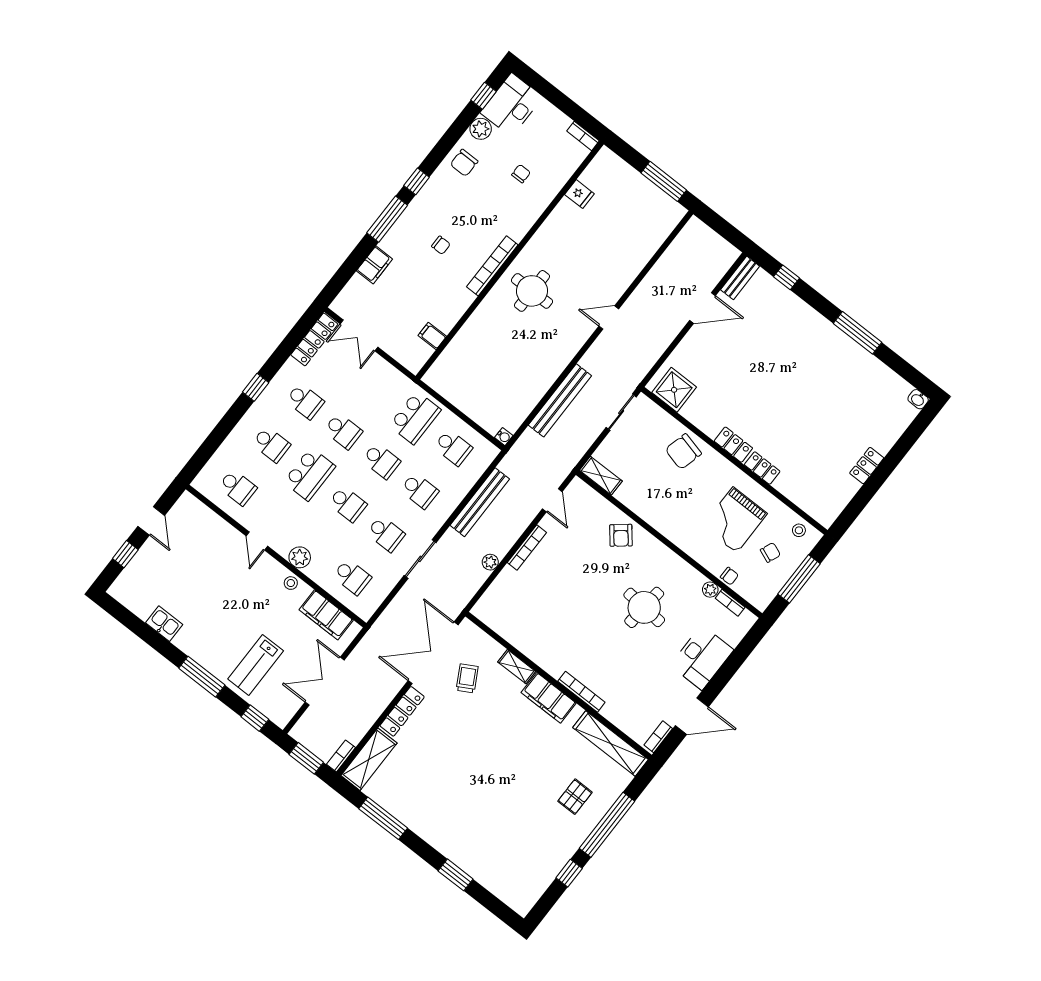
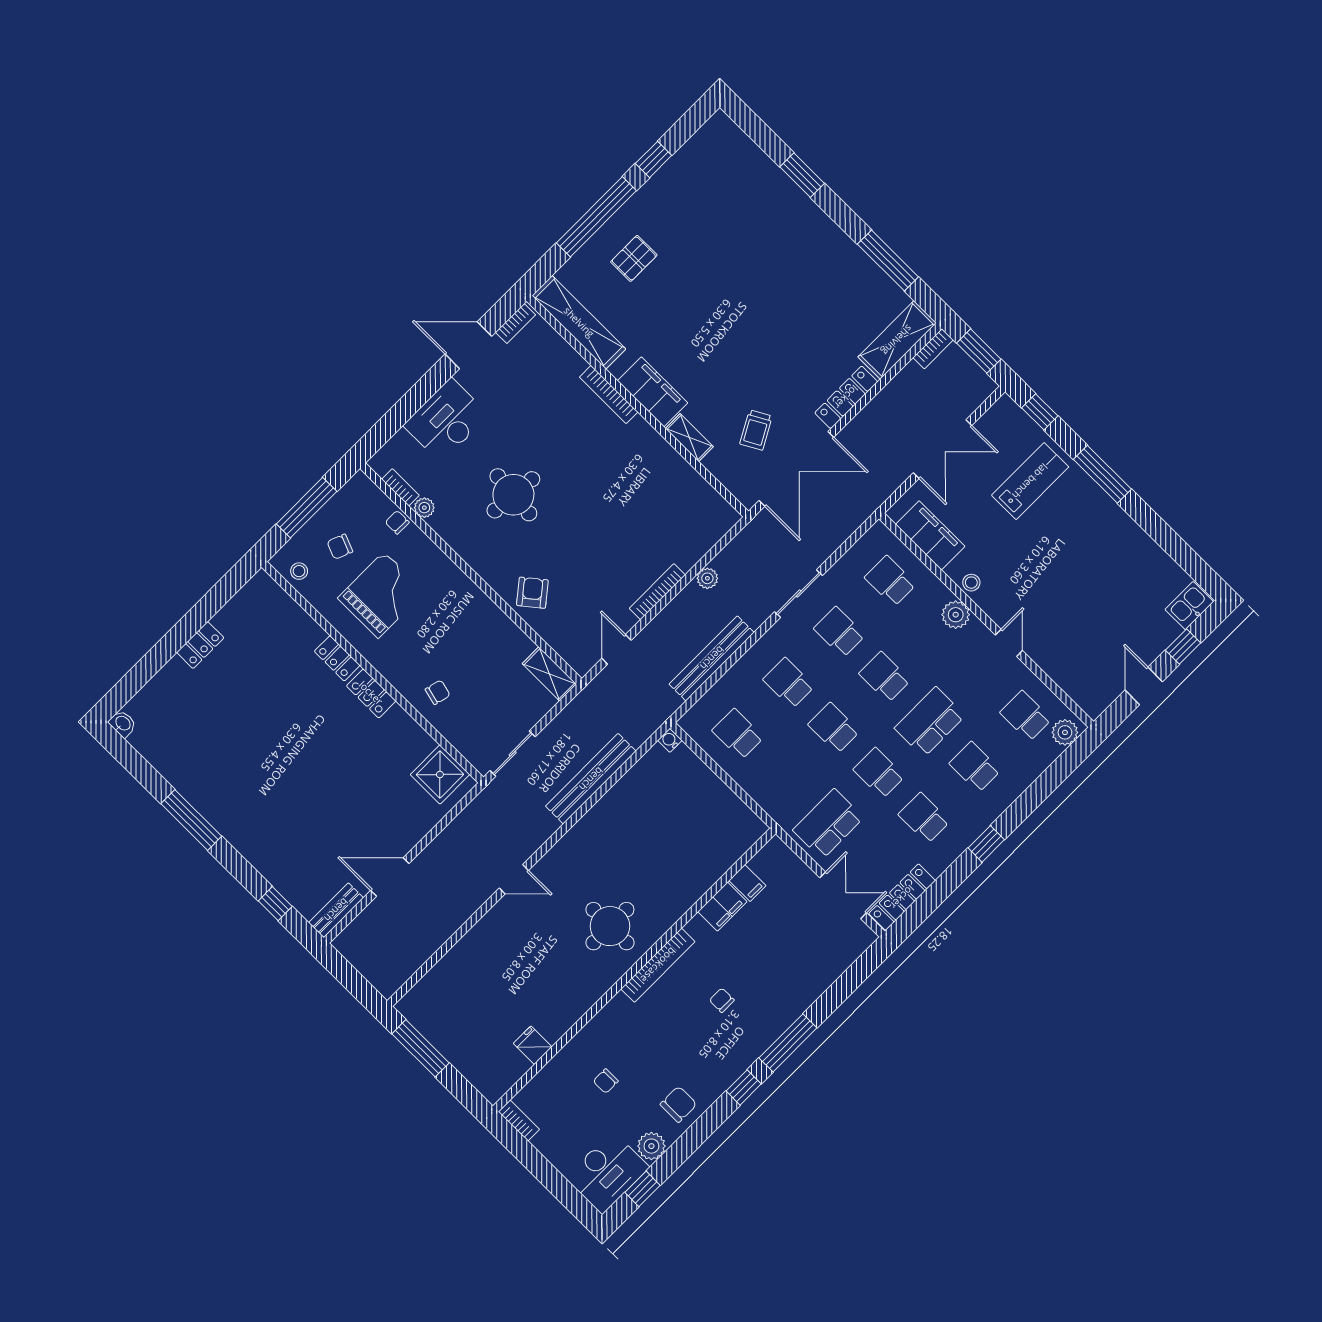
filing cabinet: (374, 265) -> (722, 907), moved, turned 180
school desk: (415, 418) -> (828, 824), moved
chair: (683, 452) -> (438, 692), width x0.54, depth x0.54
plant: (207, 479) -> (1065, 732), added
kitchen sink: (164, 624) -> (1189, 606), moved, turned 90

